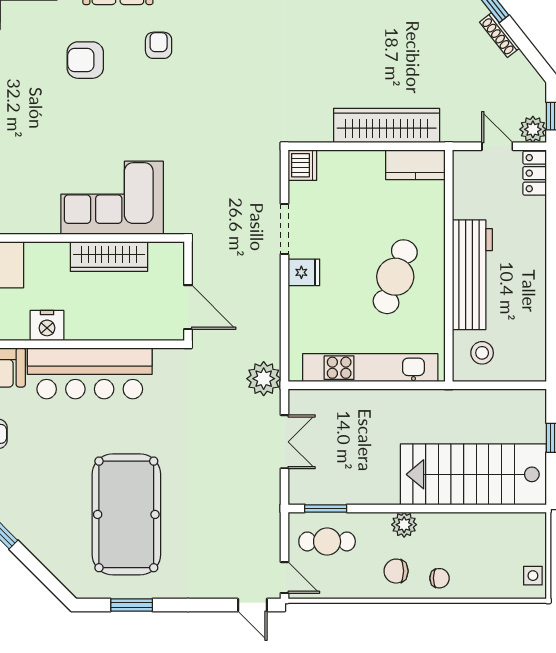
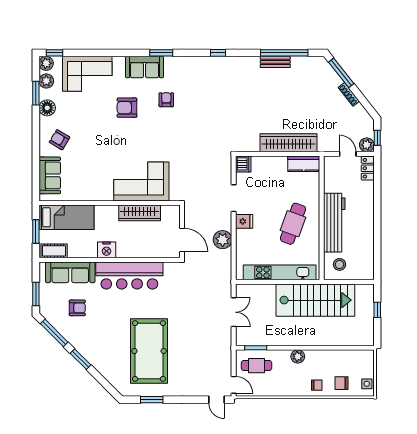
plant: (264, 379) -> (223, 240), moved
stairs: (473, 474) -> (315, 300), moved, turned 180
chair: (396, 571) -> (342, 383), moved

